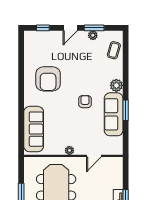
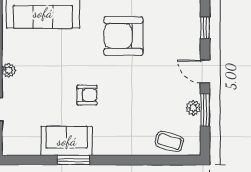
plant: (116, 85) -> (113, 145), removed
sofa: (114, 114) -> (67, 141), width x0.73

